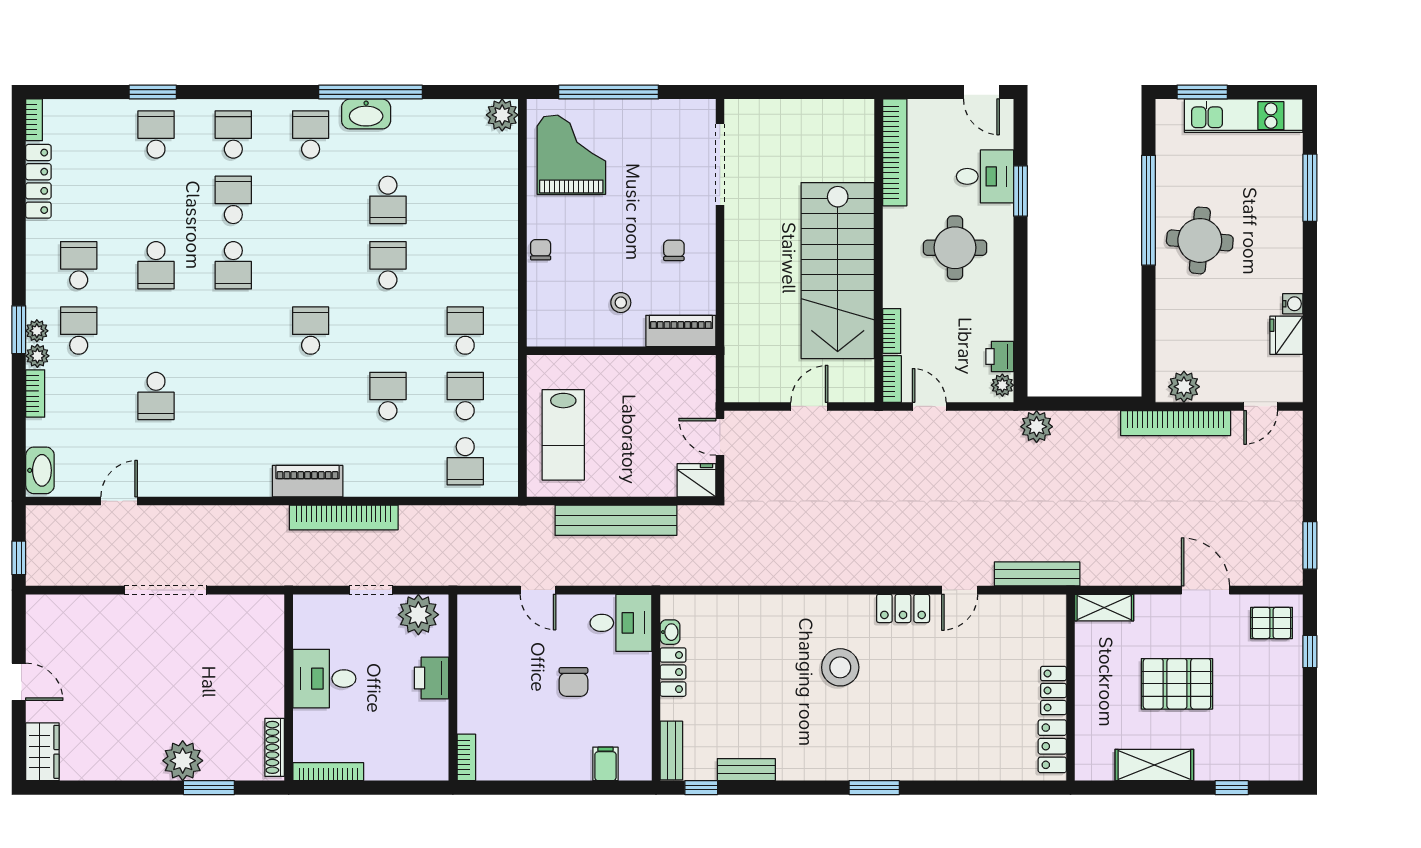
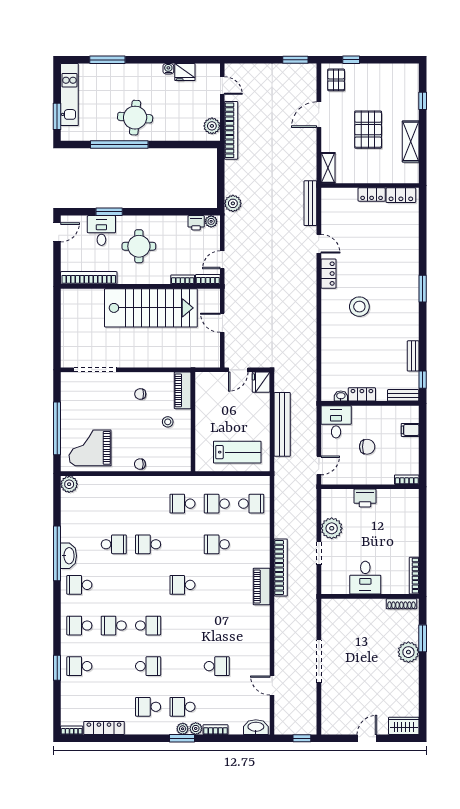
printer: (431, 678) -> (365, 498), moved
wall: (453, 687) -> (370, 487), moved
bookcase: (466, 757) -> (407, 480), moved

